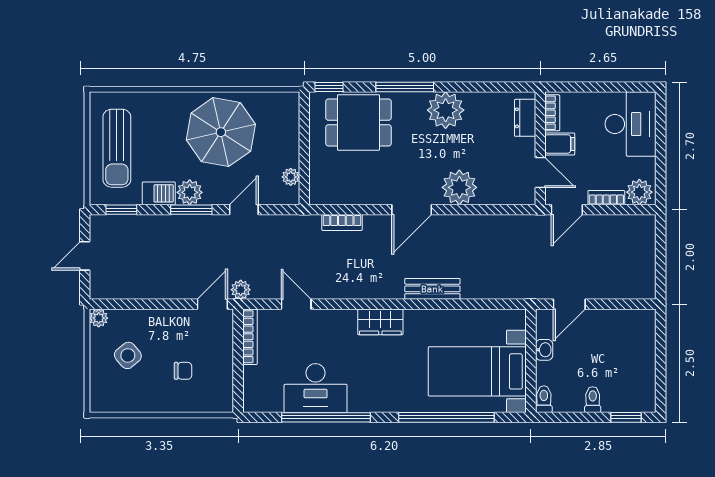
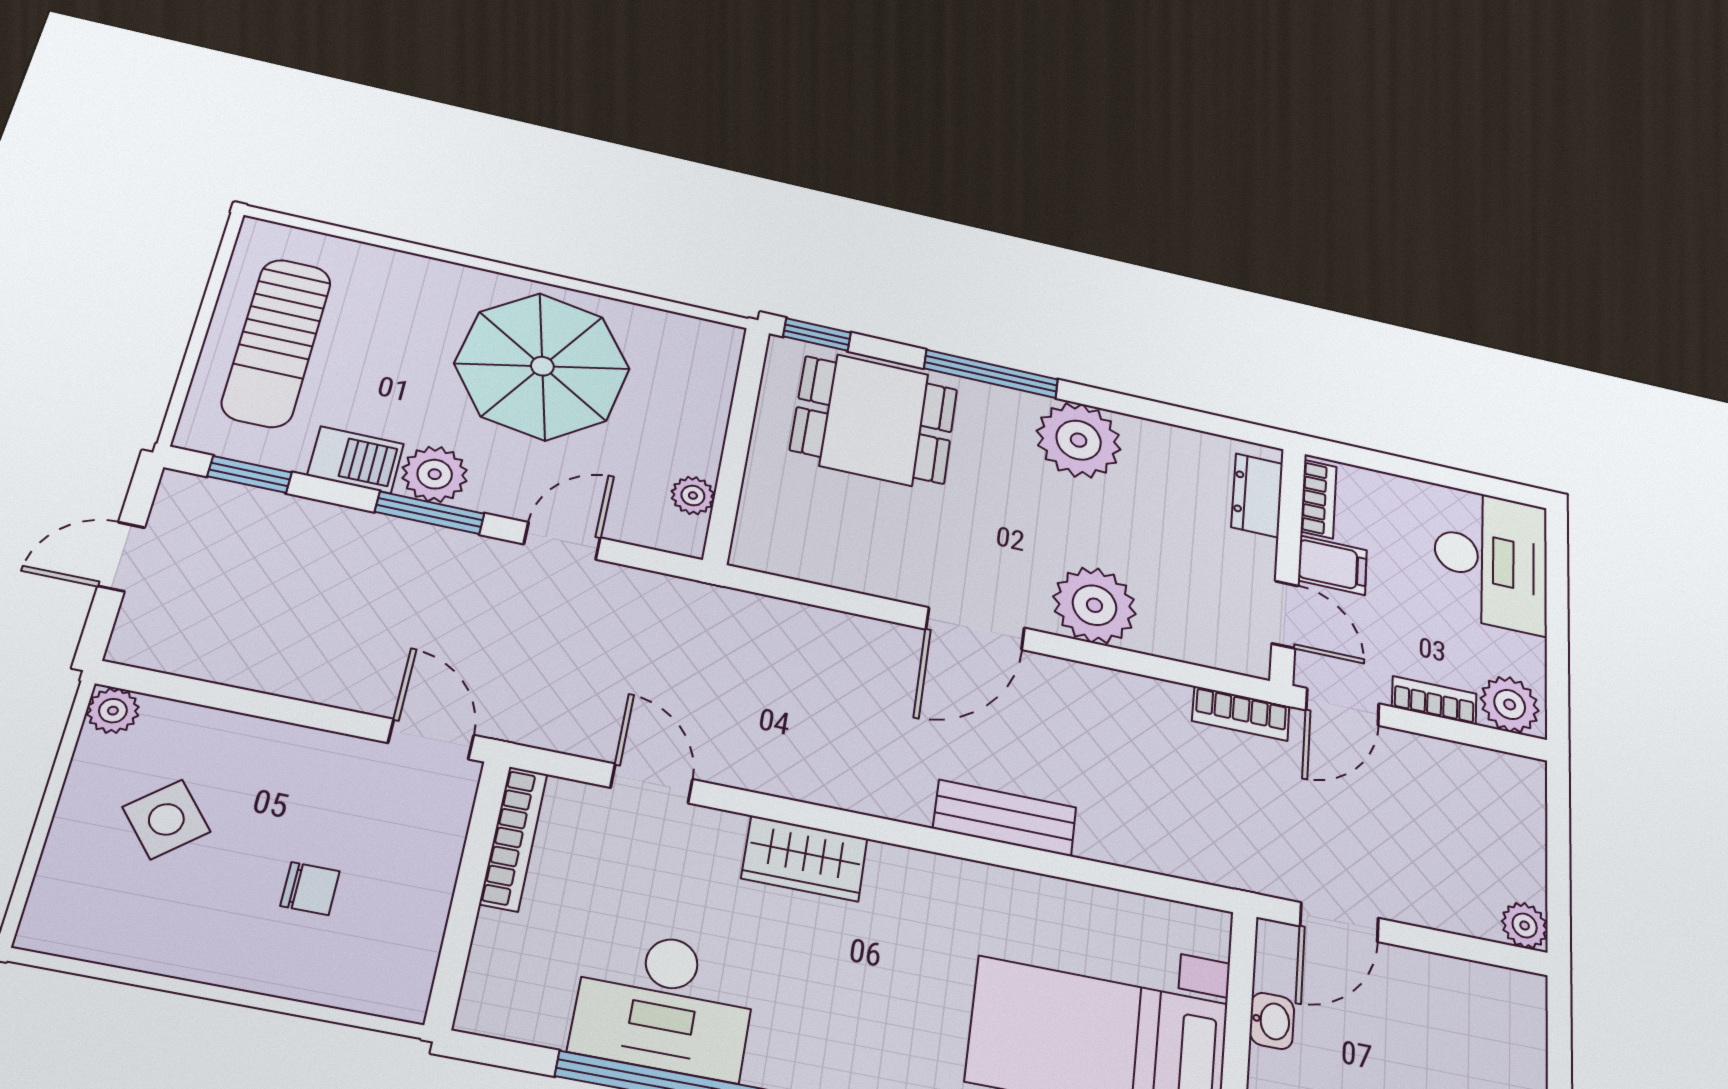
bookcase: (342, 222) -> (1241, 713), moved
plant: (241, 290) -> (1525, 925), moved
door: (212, 304) -> (431, 739), hinge flipped
wardrobe: (380, 322) -> (805, 858), moved

